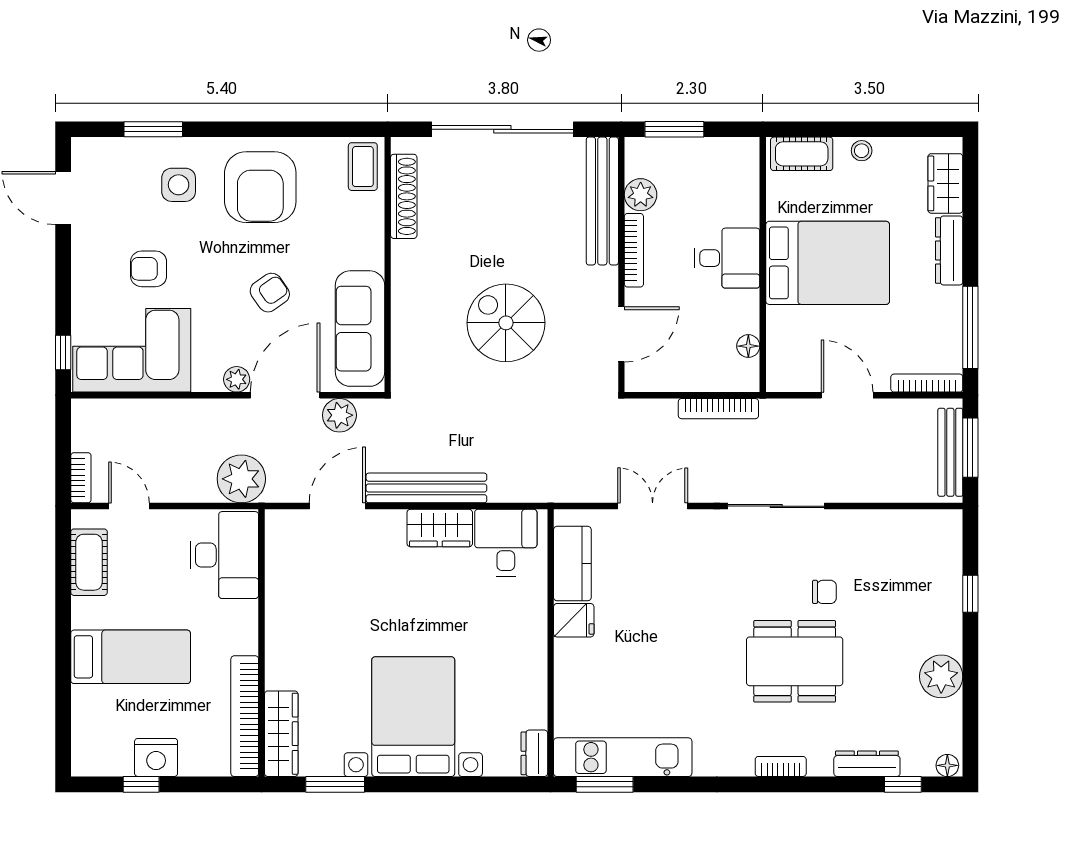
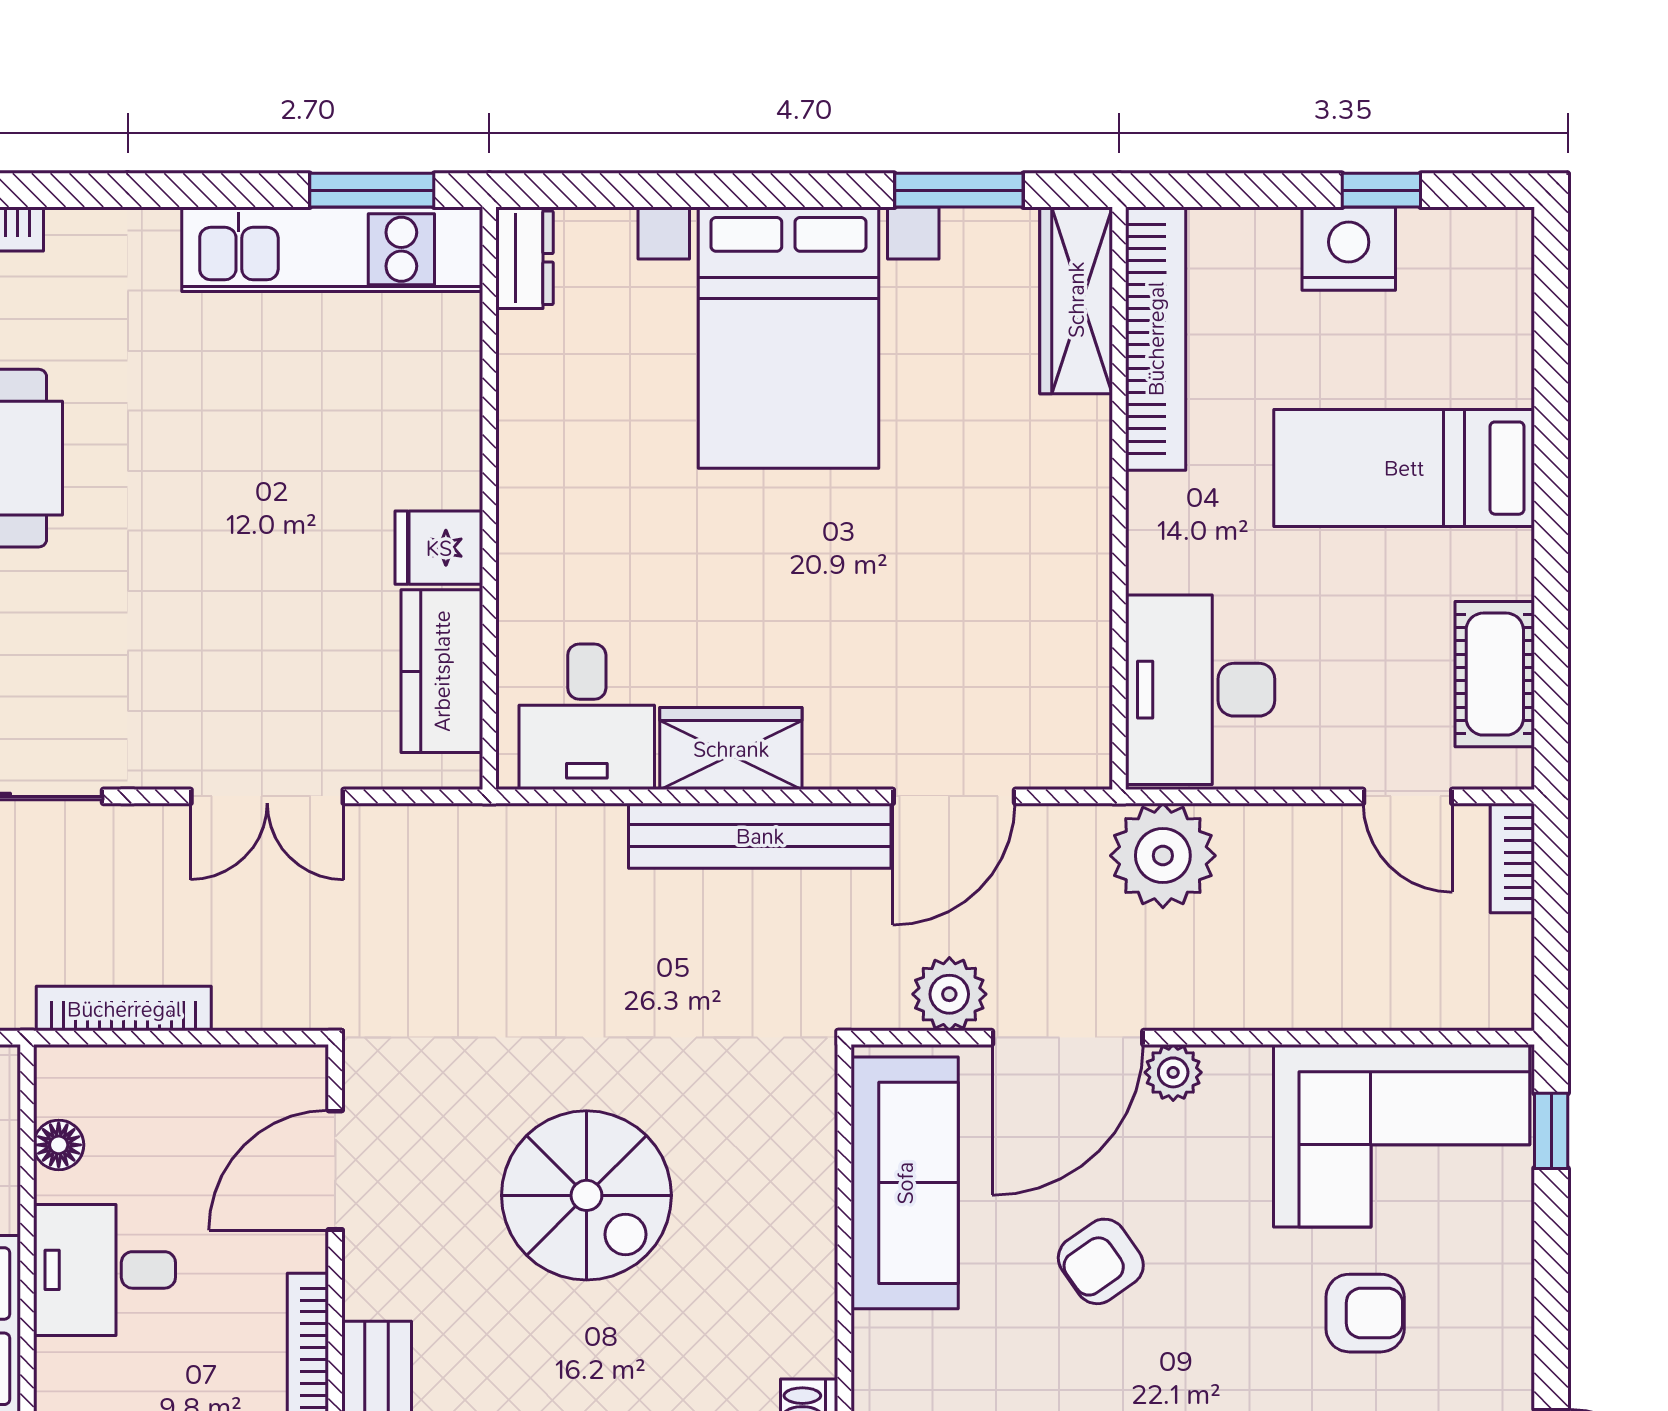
desk: (727, 258) -> (105, 1270), moved

